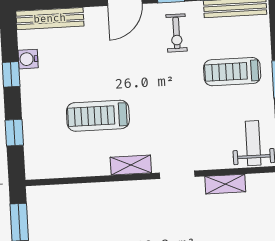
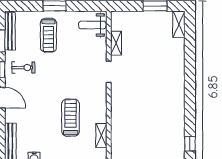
treadmill: (98, 116) -> (70, 118), turned 180
shelving: (131, 165) -> (101, 135), moved

